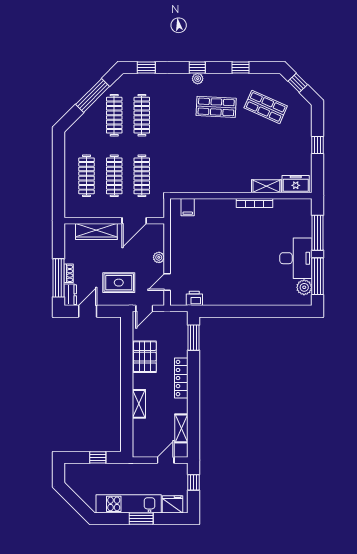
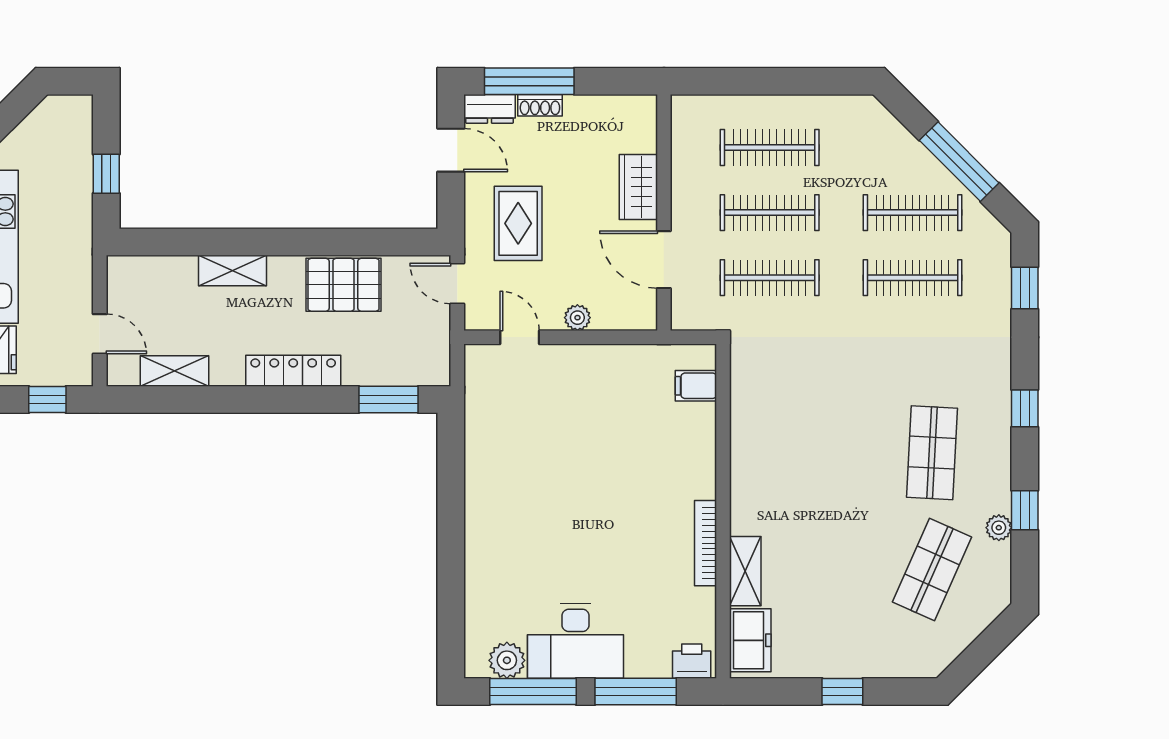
plant: (198, 79) -> (999, 528), moved
window: (298, 83) -> (989, 645), removed
wardrobe: (96, 232) -> (638, 187), width x0.67
printer: (194, 298) -> (692, 661), moved, turned -90

